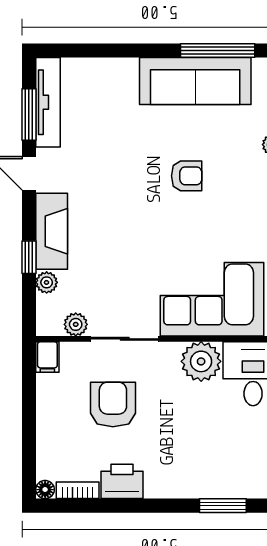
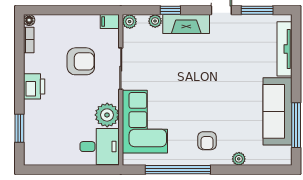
tv unit: (48, 102) -> (284, 49), moved, turned 90
armchair: (187, 176) -> (207, 141), moved
plant: (76, 324) -> (130, 22), moved
printer: (122, 481) -> (34, 86), moved

